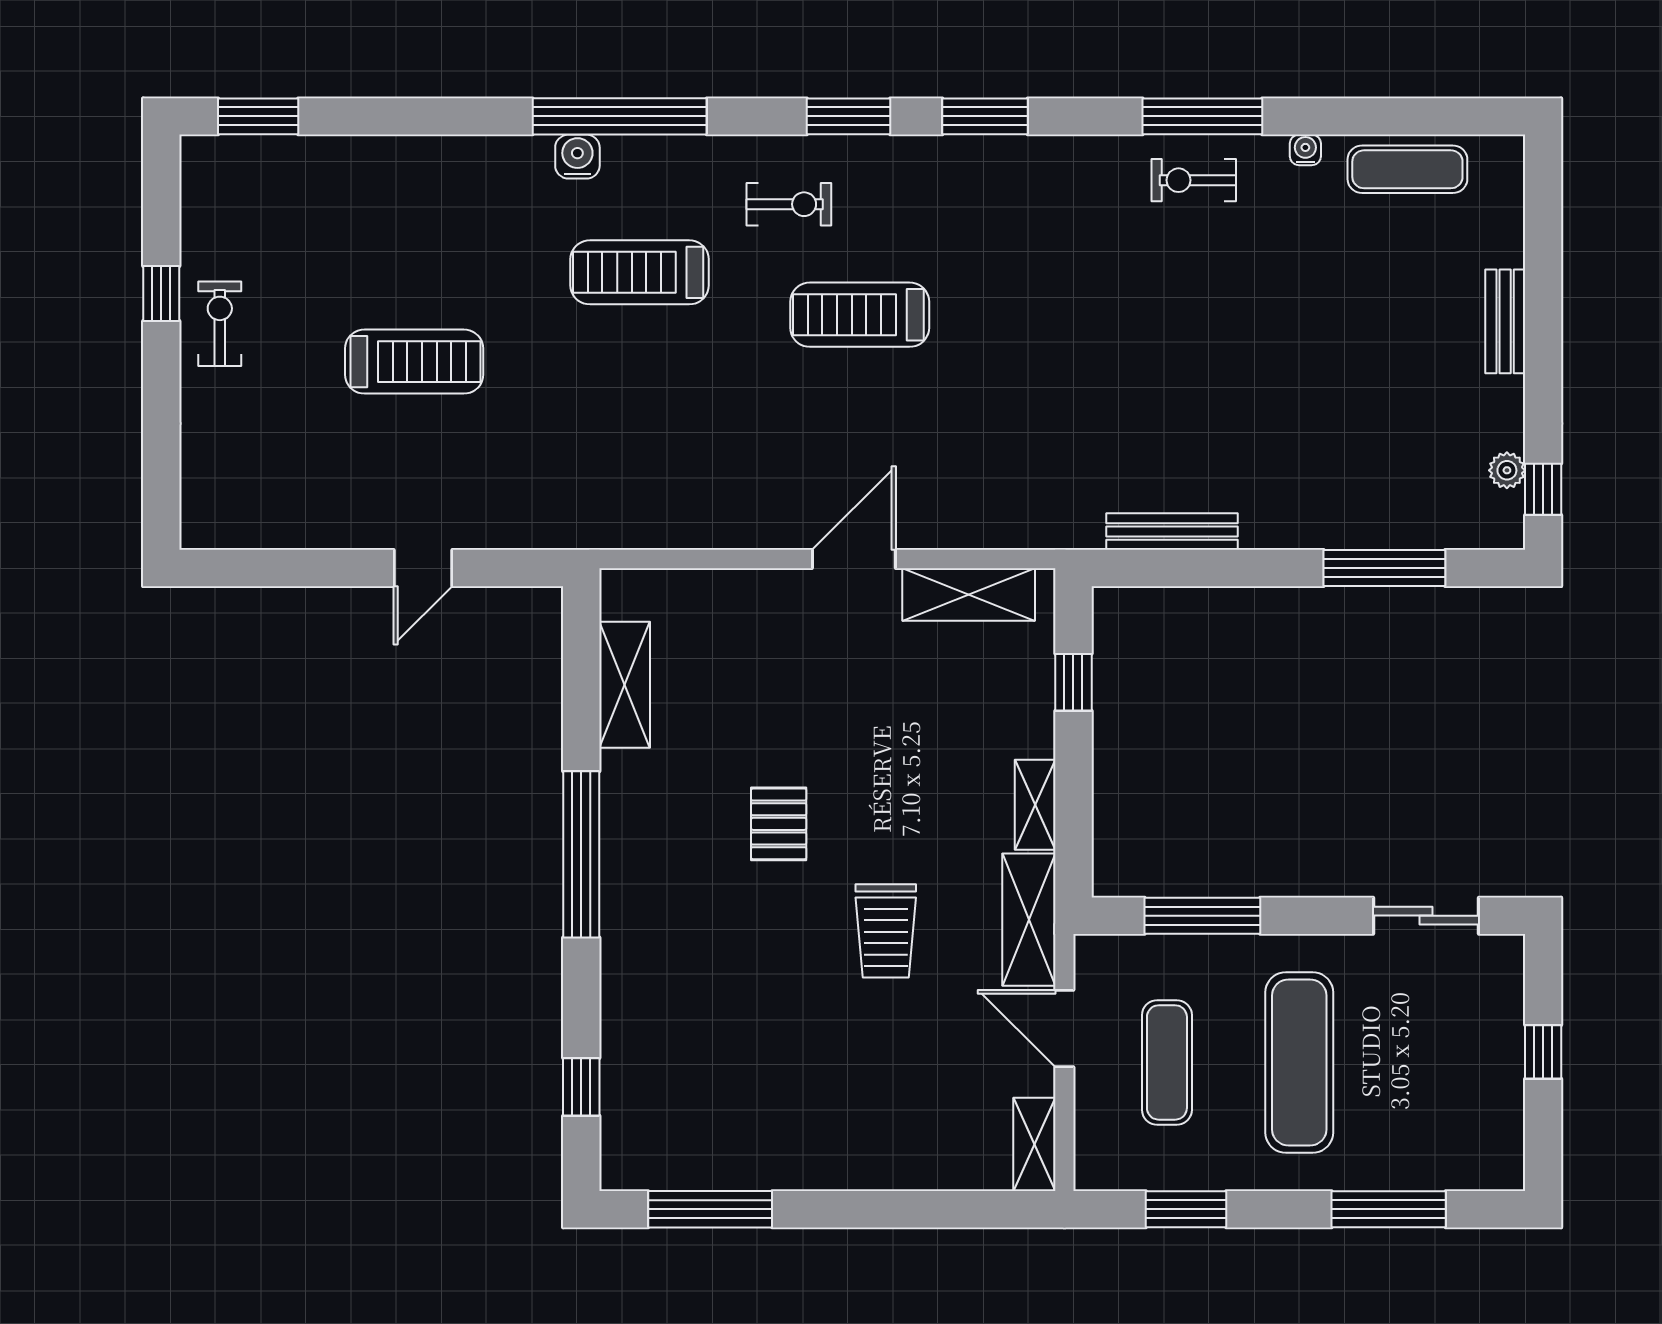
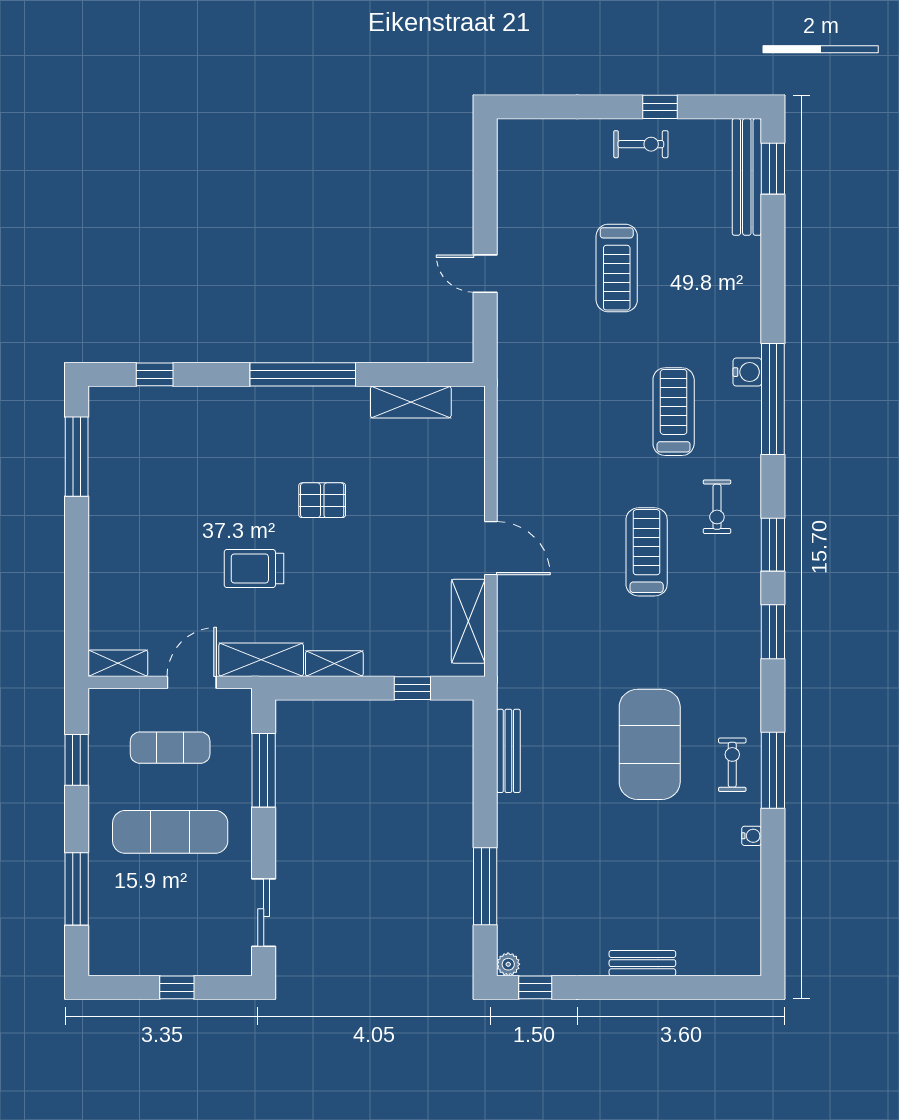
bench: (271, 157) -> (747, 177), added
exercise mat: (1407, 169) -> (650, 744), moved, width x2.00, depth x1.45
plant: (1507, 470) -> (508, 964), moved

